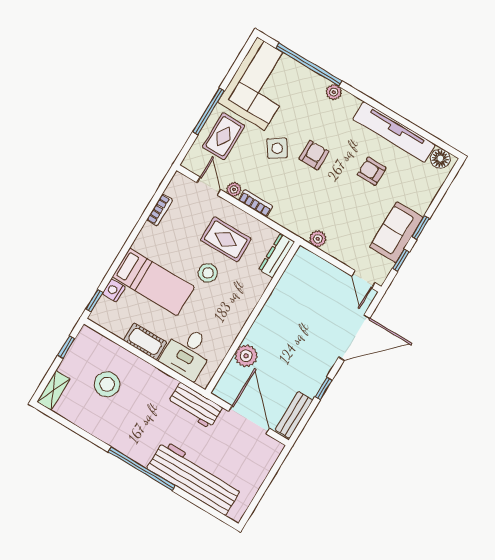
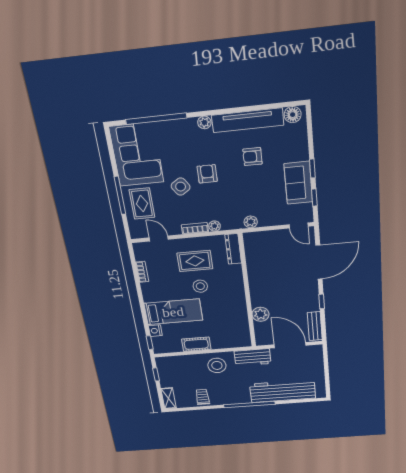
plant: (334, 92) -> (204, 122), moved
plant: (234, 189) -> (215, 226), moved
desk: (187, 353) -> (225, 334), removed
stool: (107, 384) -> (217, 365), moved
trolley: (95, 418) -> (203, 397), added

